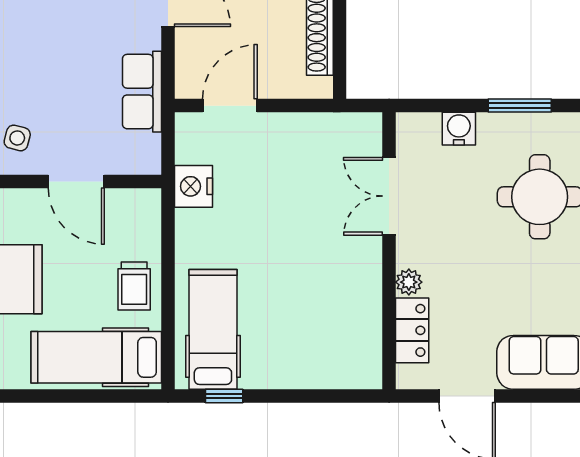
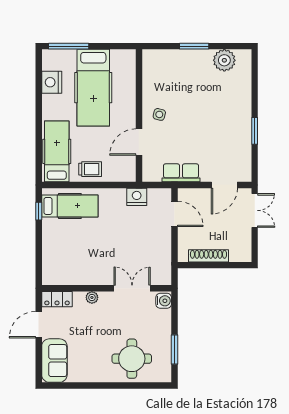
water cooler: (459, 129) -> (164, 301), moved
trolley: (134, 286) -> (90, 169), turned 180
locker: (412, 330) -> (57, 299), moved

